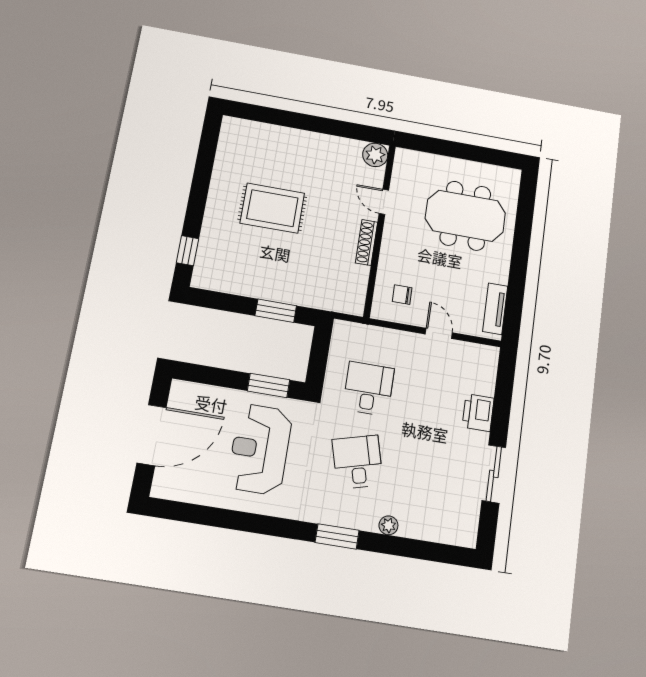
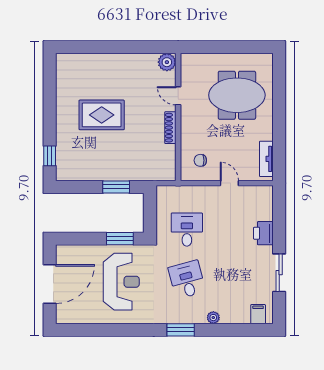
reception desk: (260, 449) -> (121, 282), turned 180
filing cabinet: (455, 531) -> (258, 314), added

